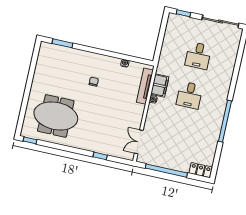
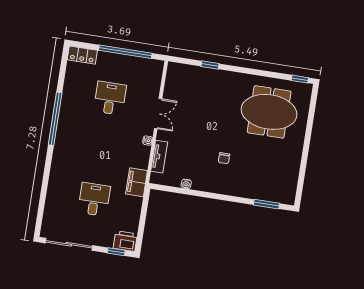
printer: (176, 21) -> (125, 241), added
filing cabinet: (160, 85) -> (137, 182), moved
tv unit: (145, 86) -> (159, 157), width x0.71
desk: (189, 95) -> (110, 98), moved
double door: (139, 142) -> (158, 114), moved

